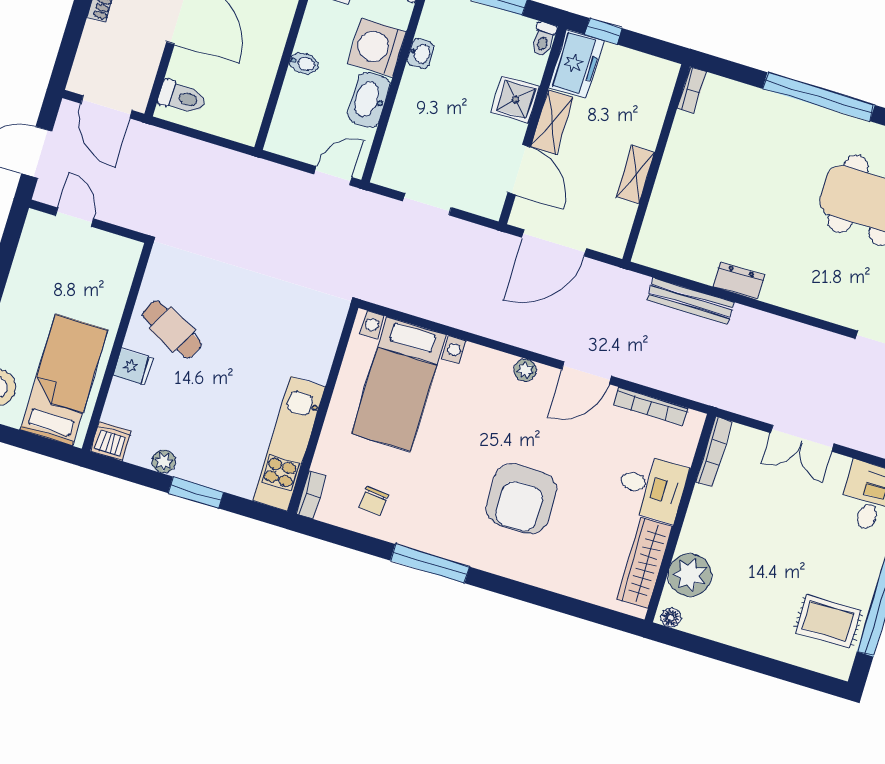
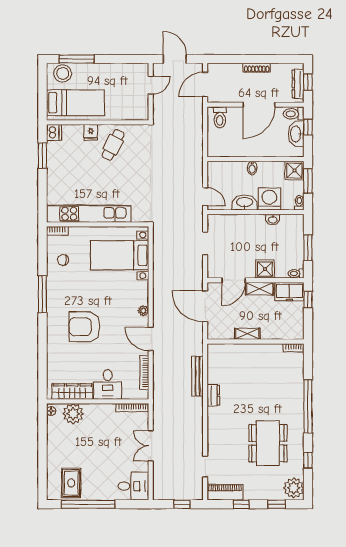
kitchen unit: (289, 444) -> (89, 214), width x1.36
plant: (164, 461) -> (52, 159), removed
window: (196, 492) -> (42, 156), moved

